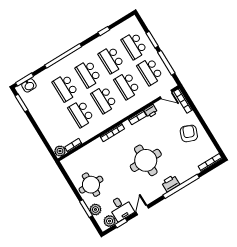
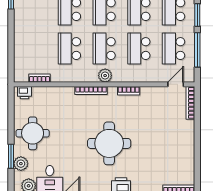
door: (166, 94) -> (176, 84), swing flipped
printer: (151, 111) -> (25, 93), moved
armchair: (189, 133) -> (175, 143), removed
plant: (60, 151) -> (105, 76), moved

